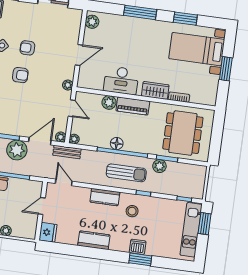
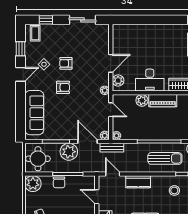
window: (140, 12) -> (158, 20), removed
plant: (92, 22) -> (118, 81), moved
door: (40, 141) -> (87, 141), hinge flipped
floor lamp: (117, 143) -> (153, 135), removed
kitchen counter: (105, 197) -> (138, 182), moved
door: (42, 206) -> (97, 197), hinge flipped

